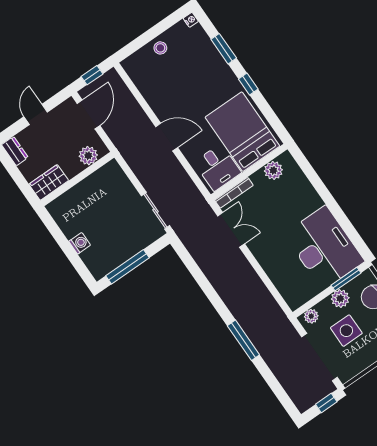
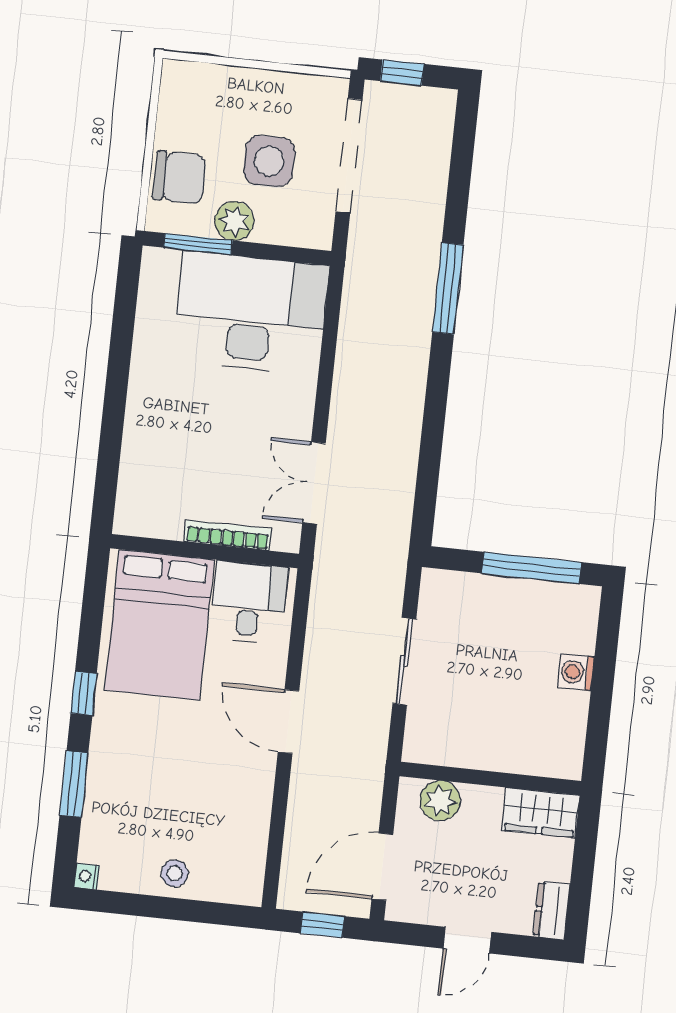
plant: (273, 170) -> (163, 519), removed
bookcase: (234, 193) -> (228, 535), moved
sliding door: (155, 211) -> (404, 661), moved
desk: (324, 248) -> (251, 313), moved, turned 90
plant: (311, 316) -> (305, 233), removed

